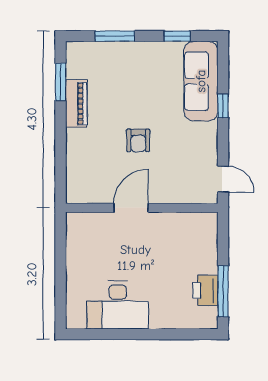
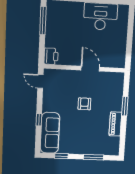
window: (61, 82) -> (125, 106), moved
door: (131, 208) -> (90, 69), swing flipped
printer: (205, 290) -> (51, 56), moved

